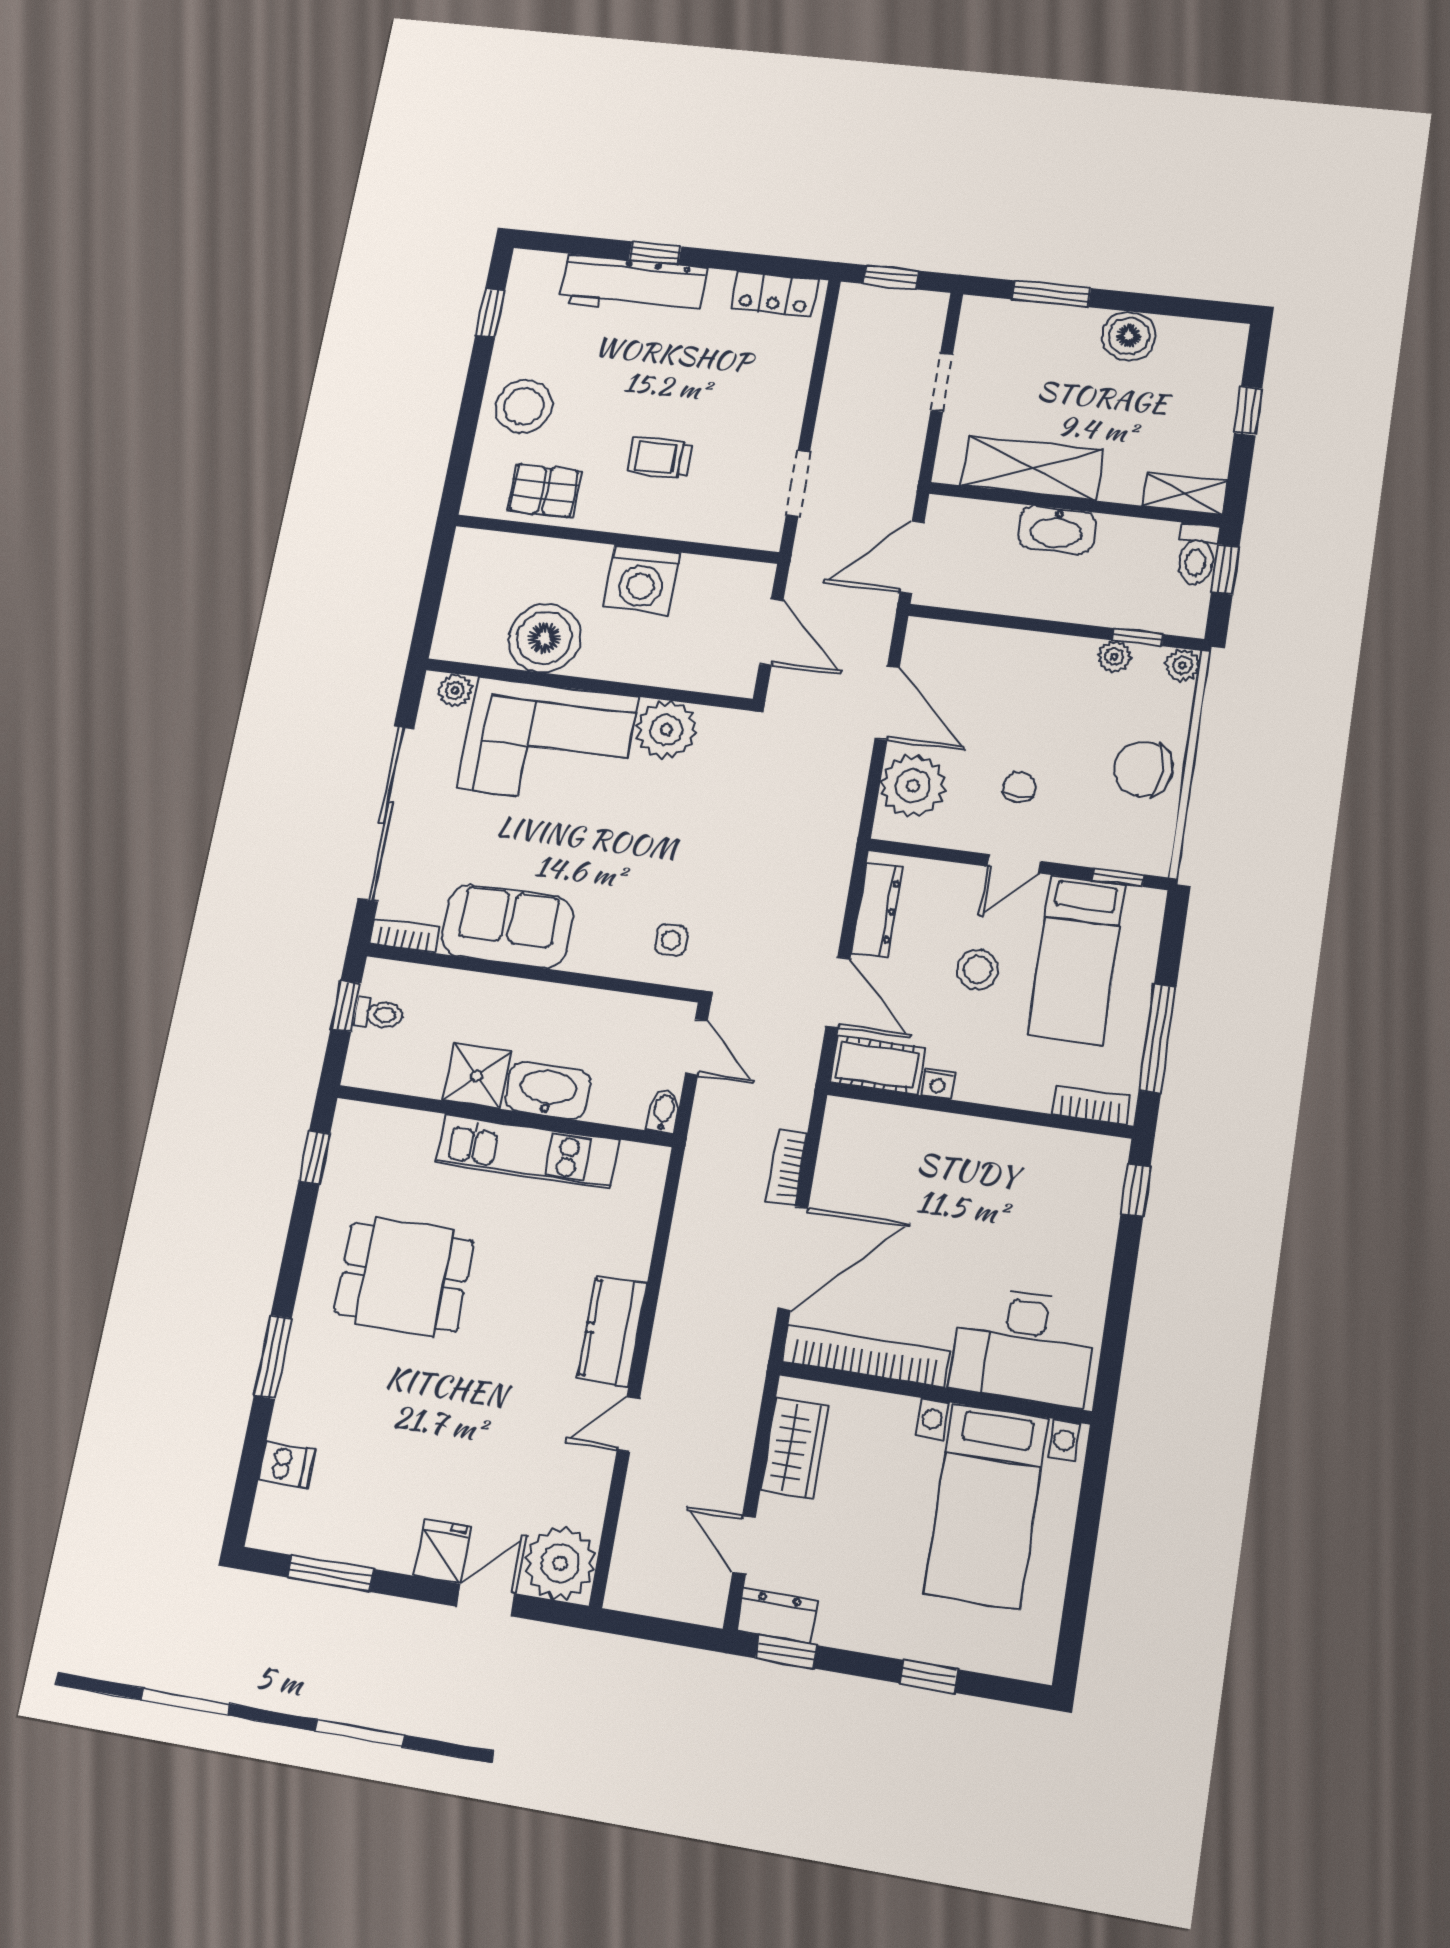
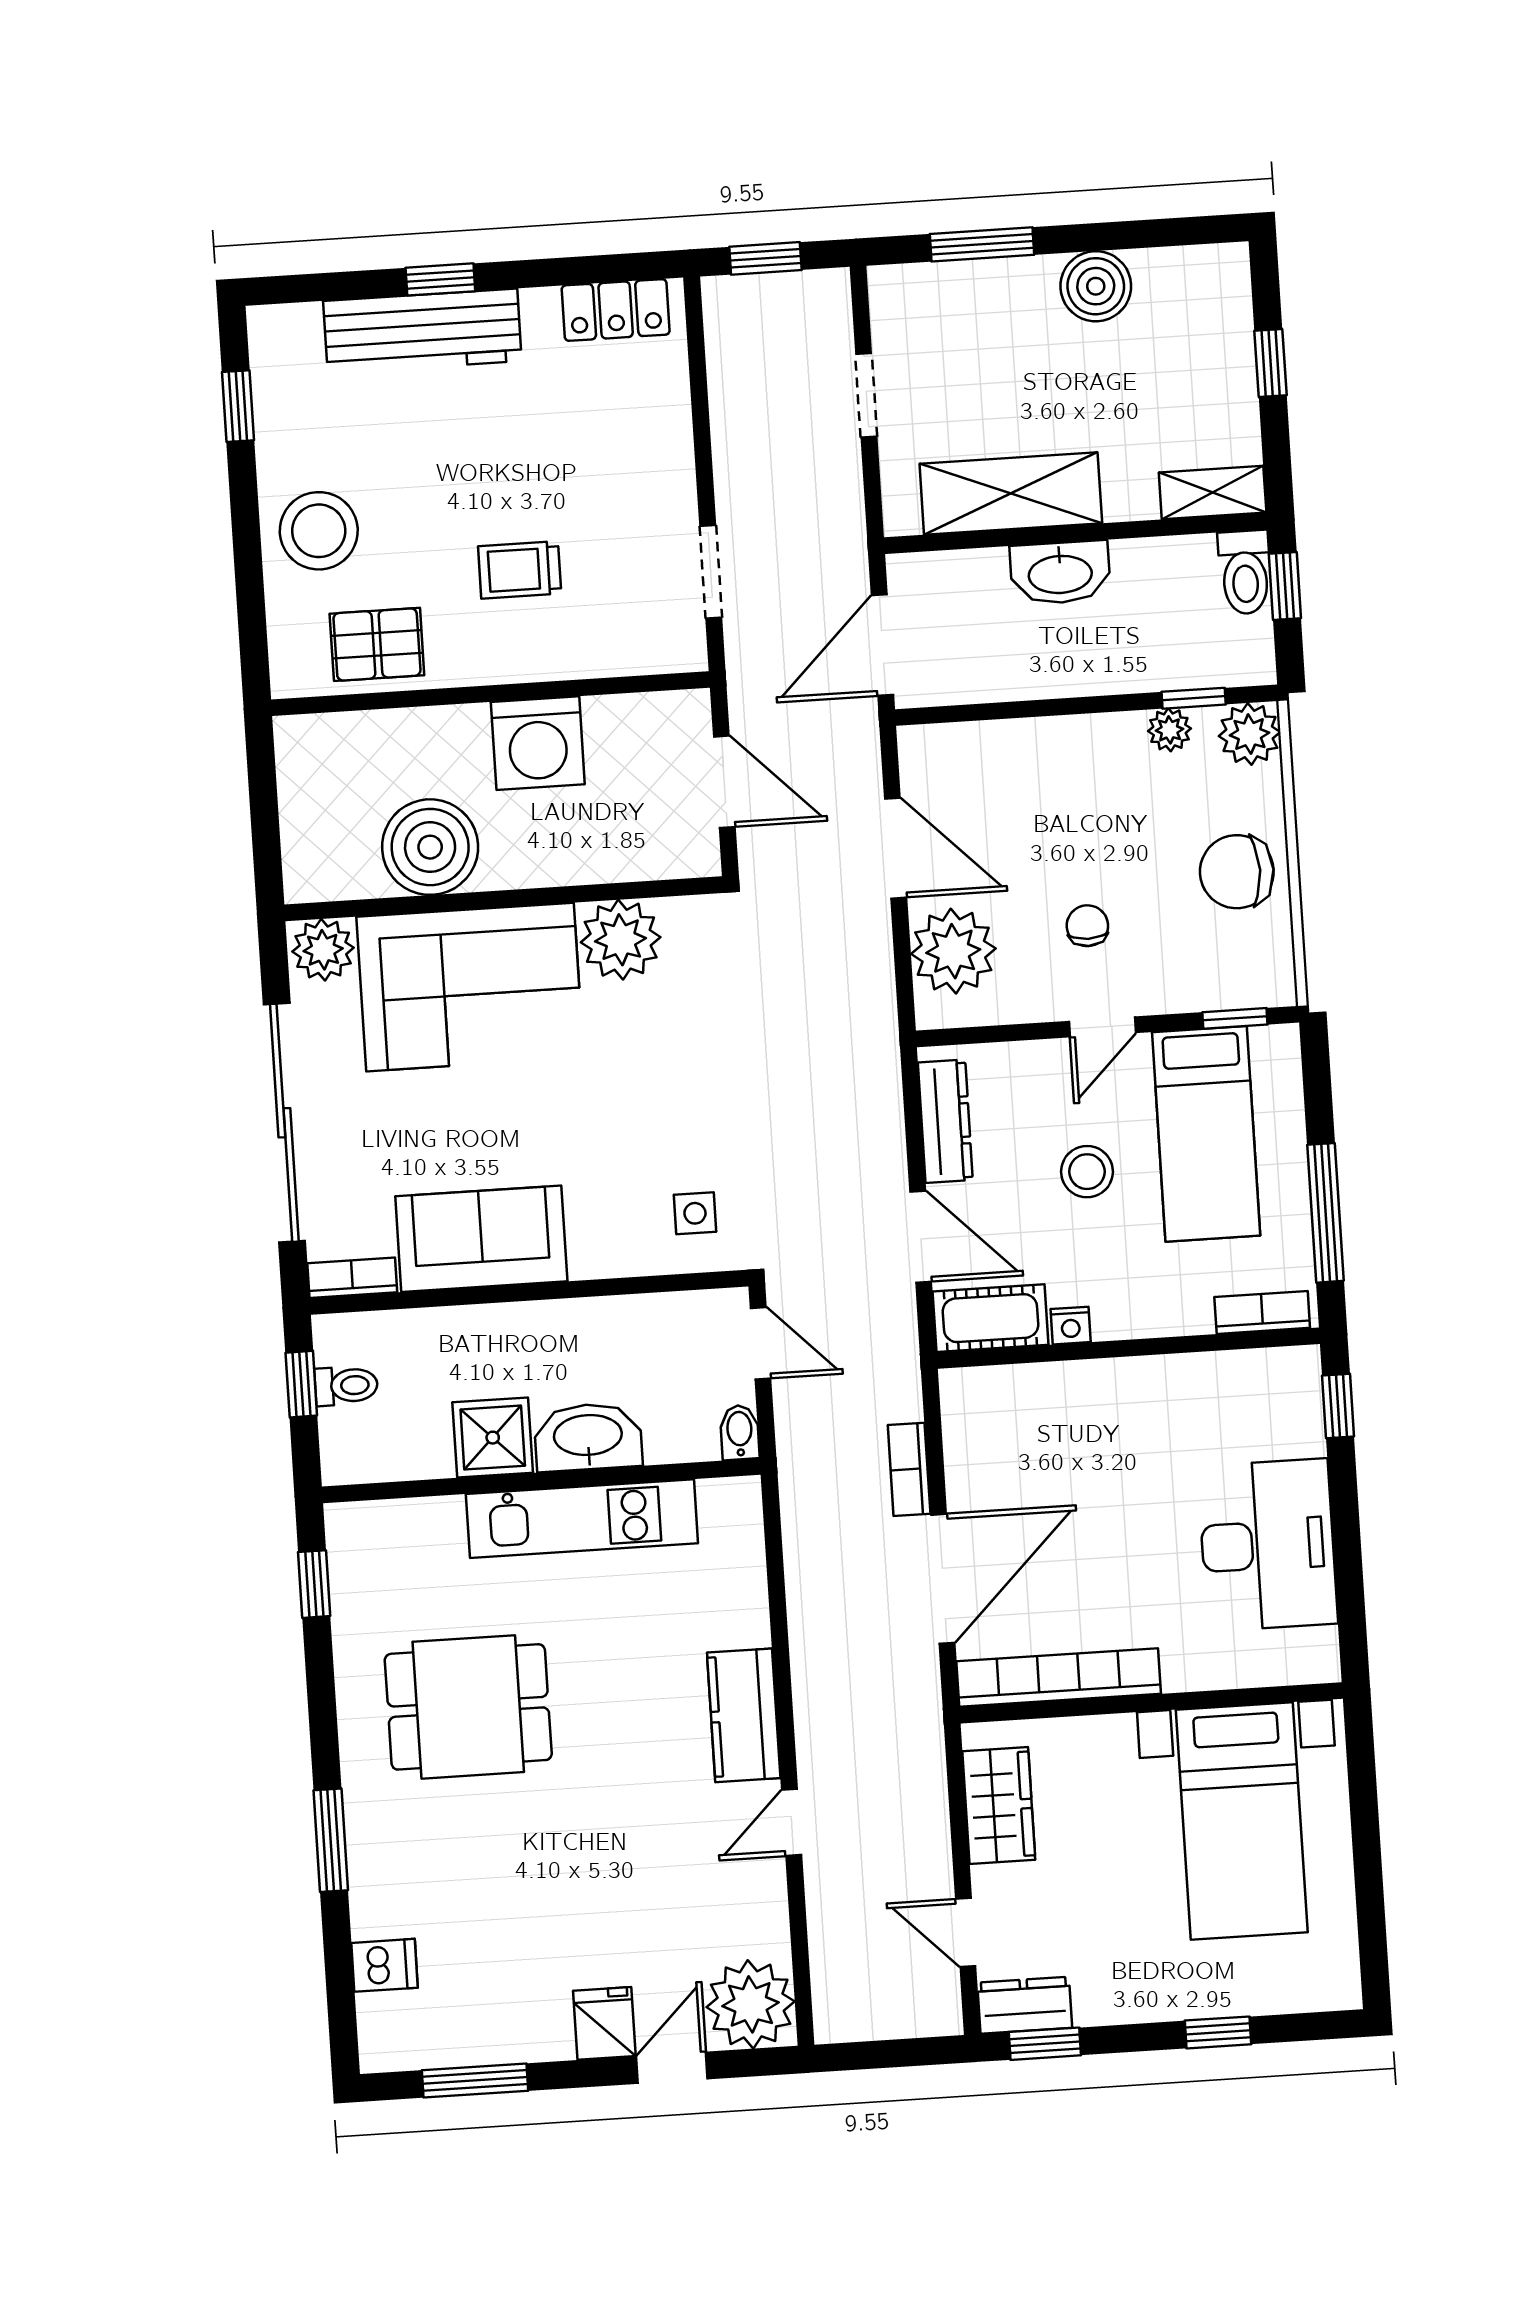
plant: (1183, 665) -> (1250, 734), width x1.38, depth x1.38
plant: (455, 690) -> (323, 950), width x1.38, depth x1.38
desk: (1023, 1346) -> (1268, 1545), moved, turned -90

